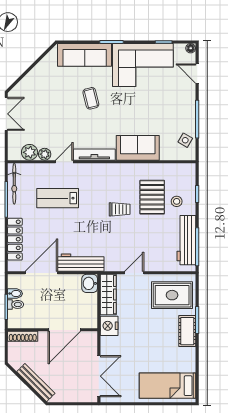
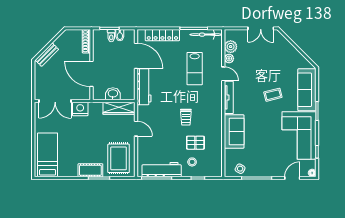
pallet: (152, 197) -> (195, 143), width x0.67, depth x0.71
lab bench: (58, 198) -> (195, 69), turned 180
washbasin: (90, 283) -> (113, 94), moved
nightstand: (109, 326) -> (80, 109), moved
bench: (36, 383) -> (47, 55), width x0.73

